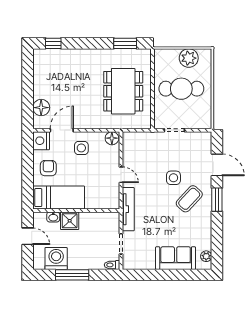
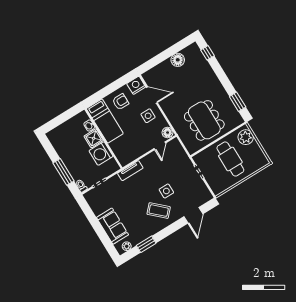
plant: (189, 58) -> (246, 137), moved
dining table: (123, 91) -> (204, 120), turned 90
floor lamp: (41, 108) -> (178, 60), moved
door: (121, 175) -> (160, 146), moved
window: (217, 200) -> (146, 244), moved
tv unit: (128, 209) -> (130, 171), width x0.71
door: (28, 236) -> (65, 116), removed
washing machine: (56, 259) -> (101, 154), moved, turned 180
window: (72, 275) -> (63, 172), moved

